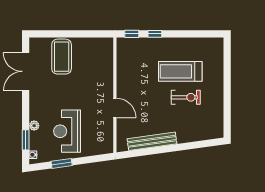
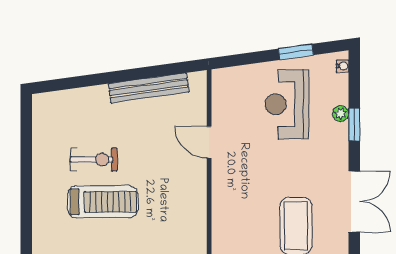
exercise bike: (186, 97) -> (94, 159), turned 180
reception desk: (67, 131) -> (287, 104), turned 180
window: (26, 140) -> (354, 125), moved

